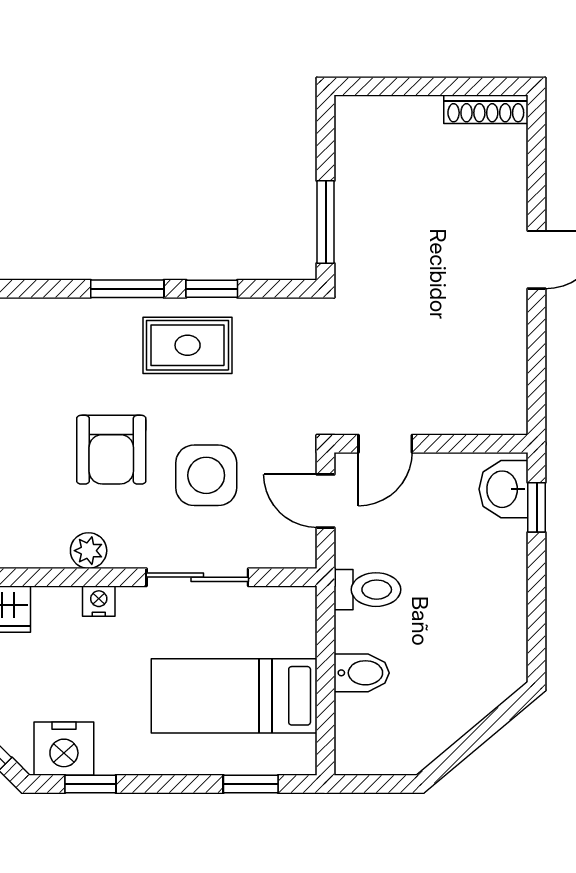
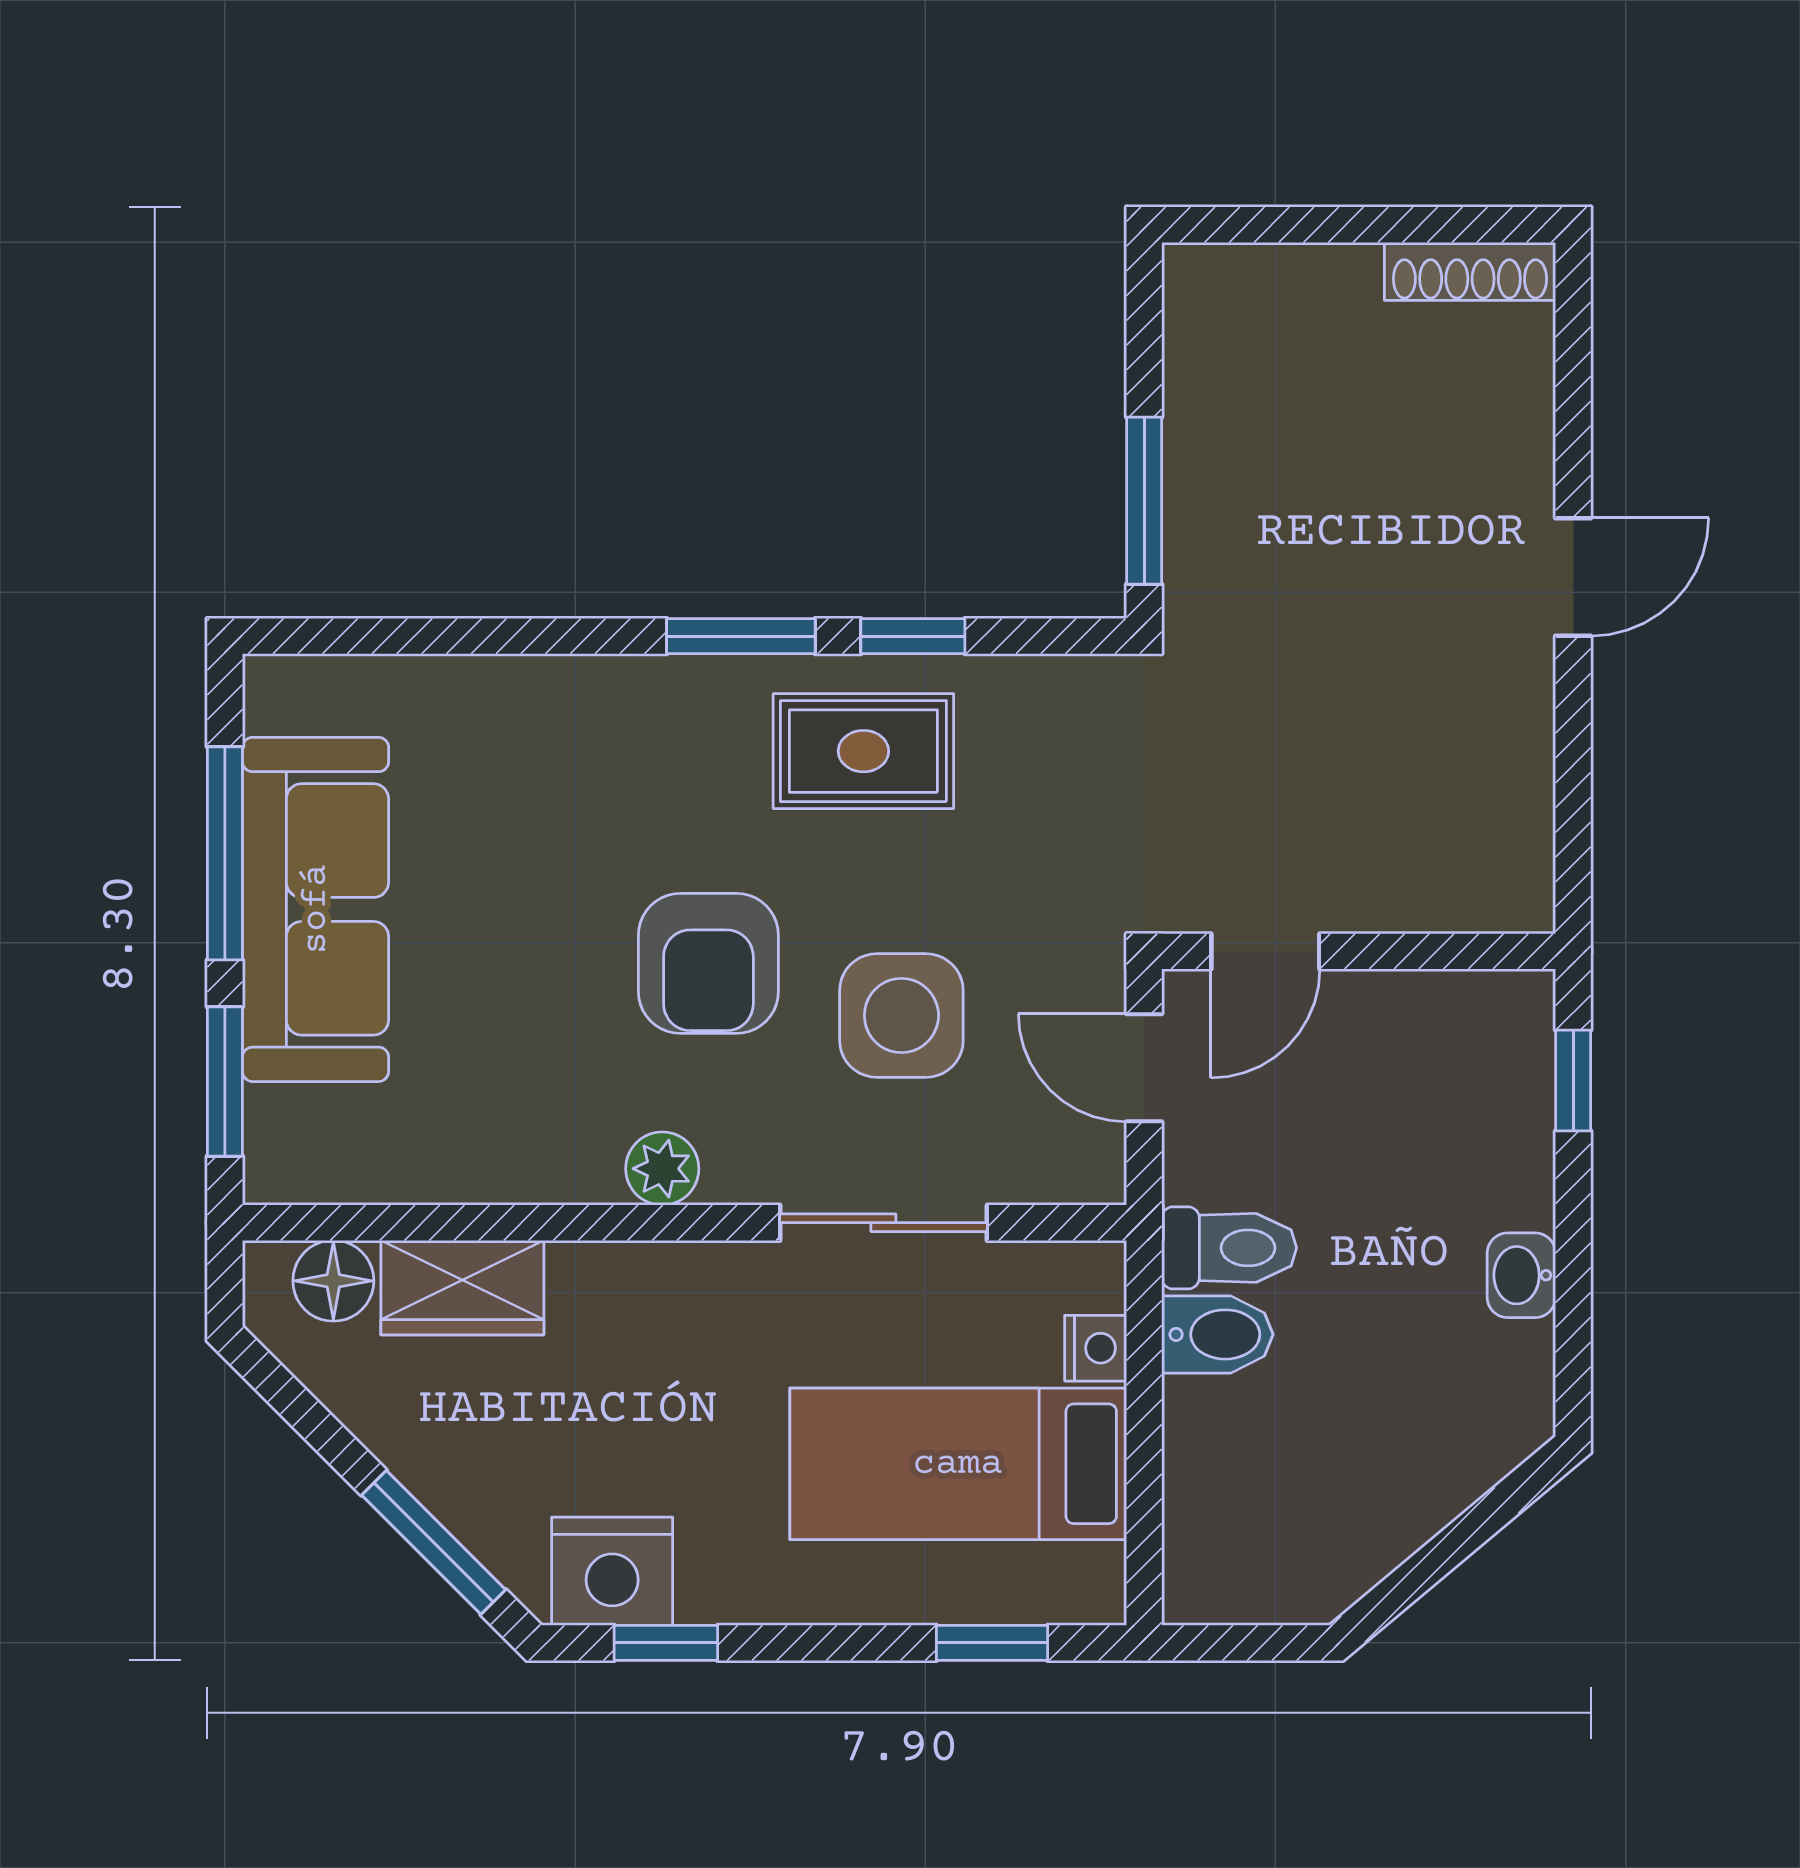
washbasin: (504, 489) -> (1521, 1275), moved, width x0.72, depth x0.69
nightstand: (99, 601) -> (1096, 1348), moved, turned 90
bidet: (362, 673) -> (1217, 1334), moved

